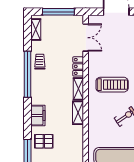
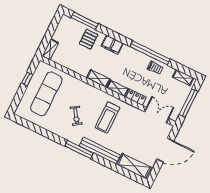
double door: (86, 38) -> (157, 115), swing flipped

